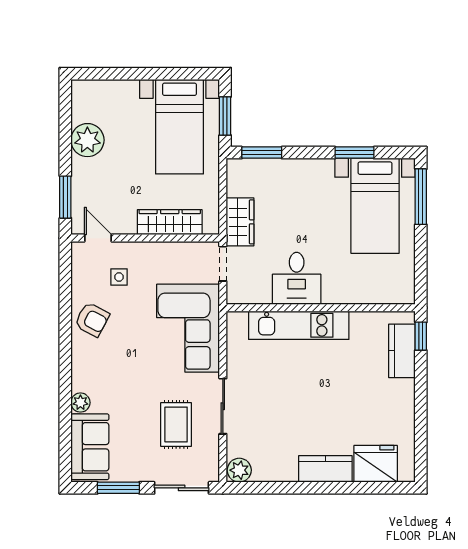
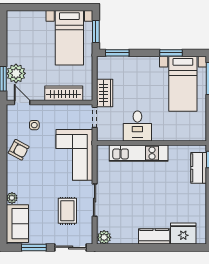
plant: (87, 140) -> (16, 73), moved

